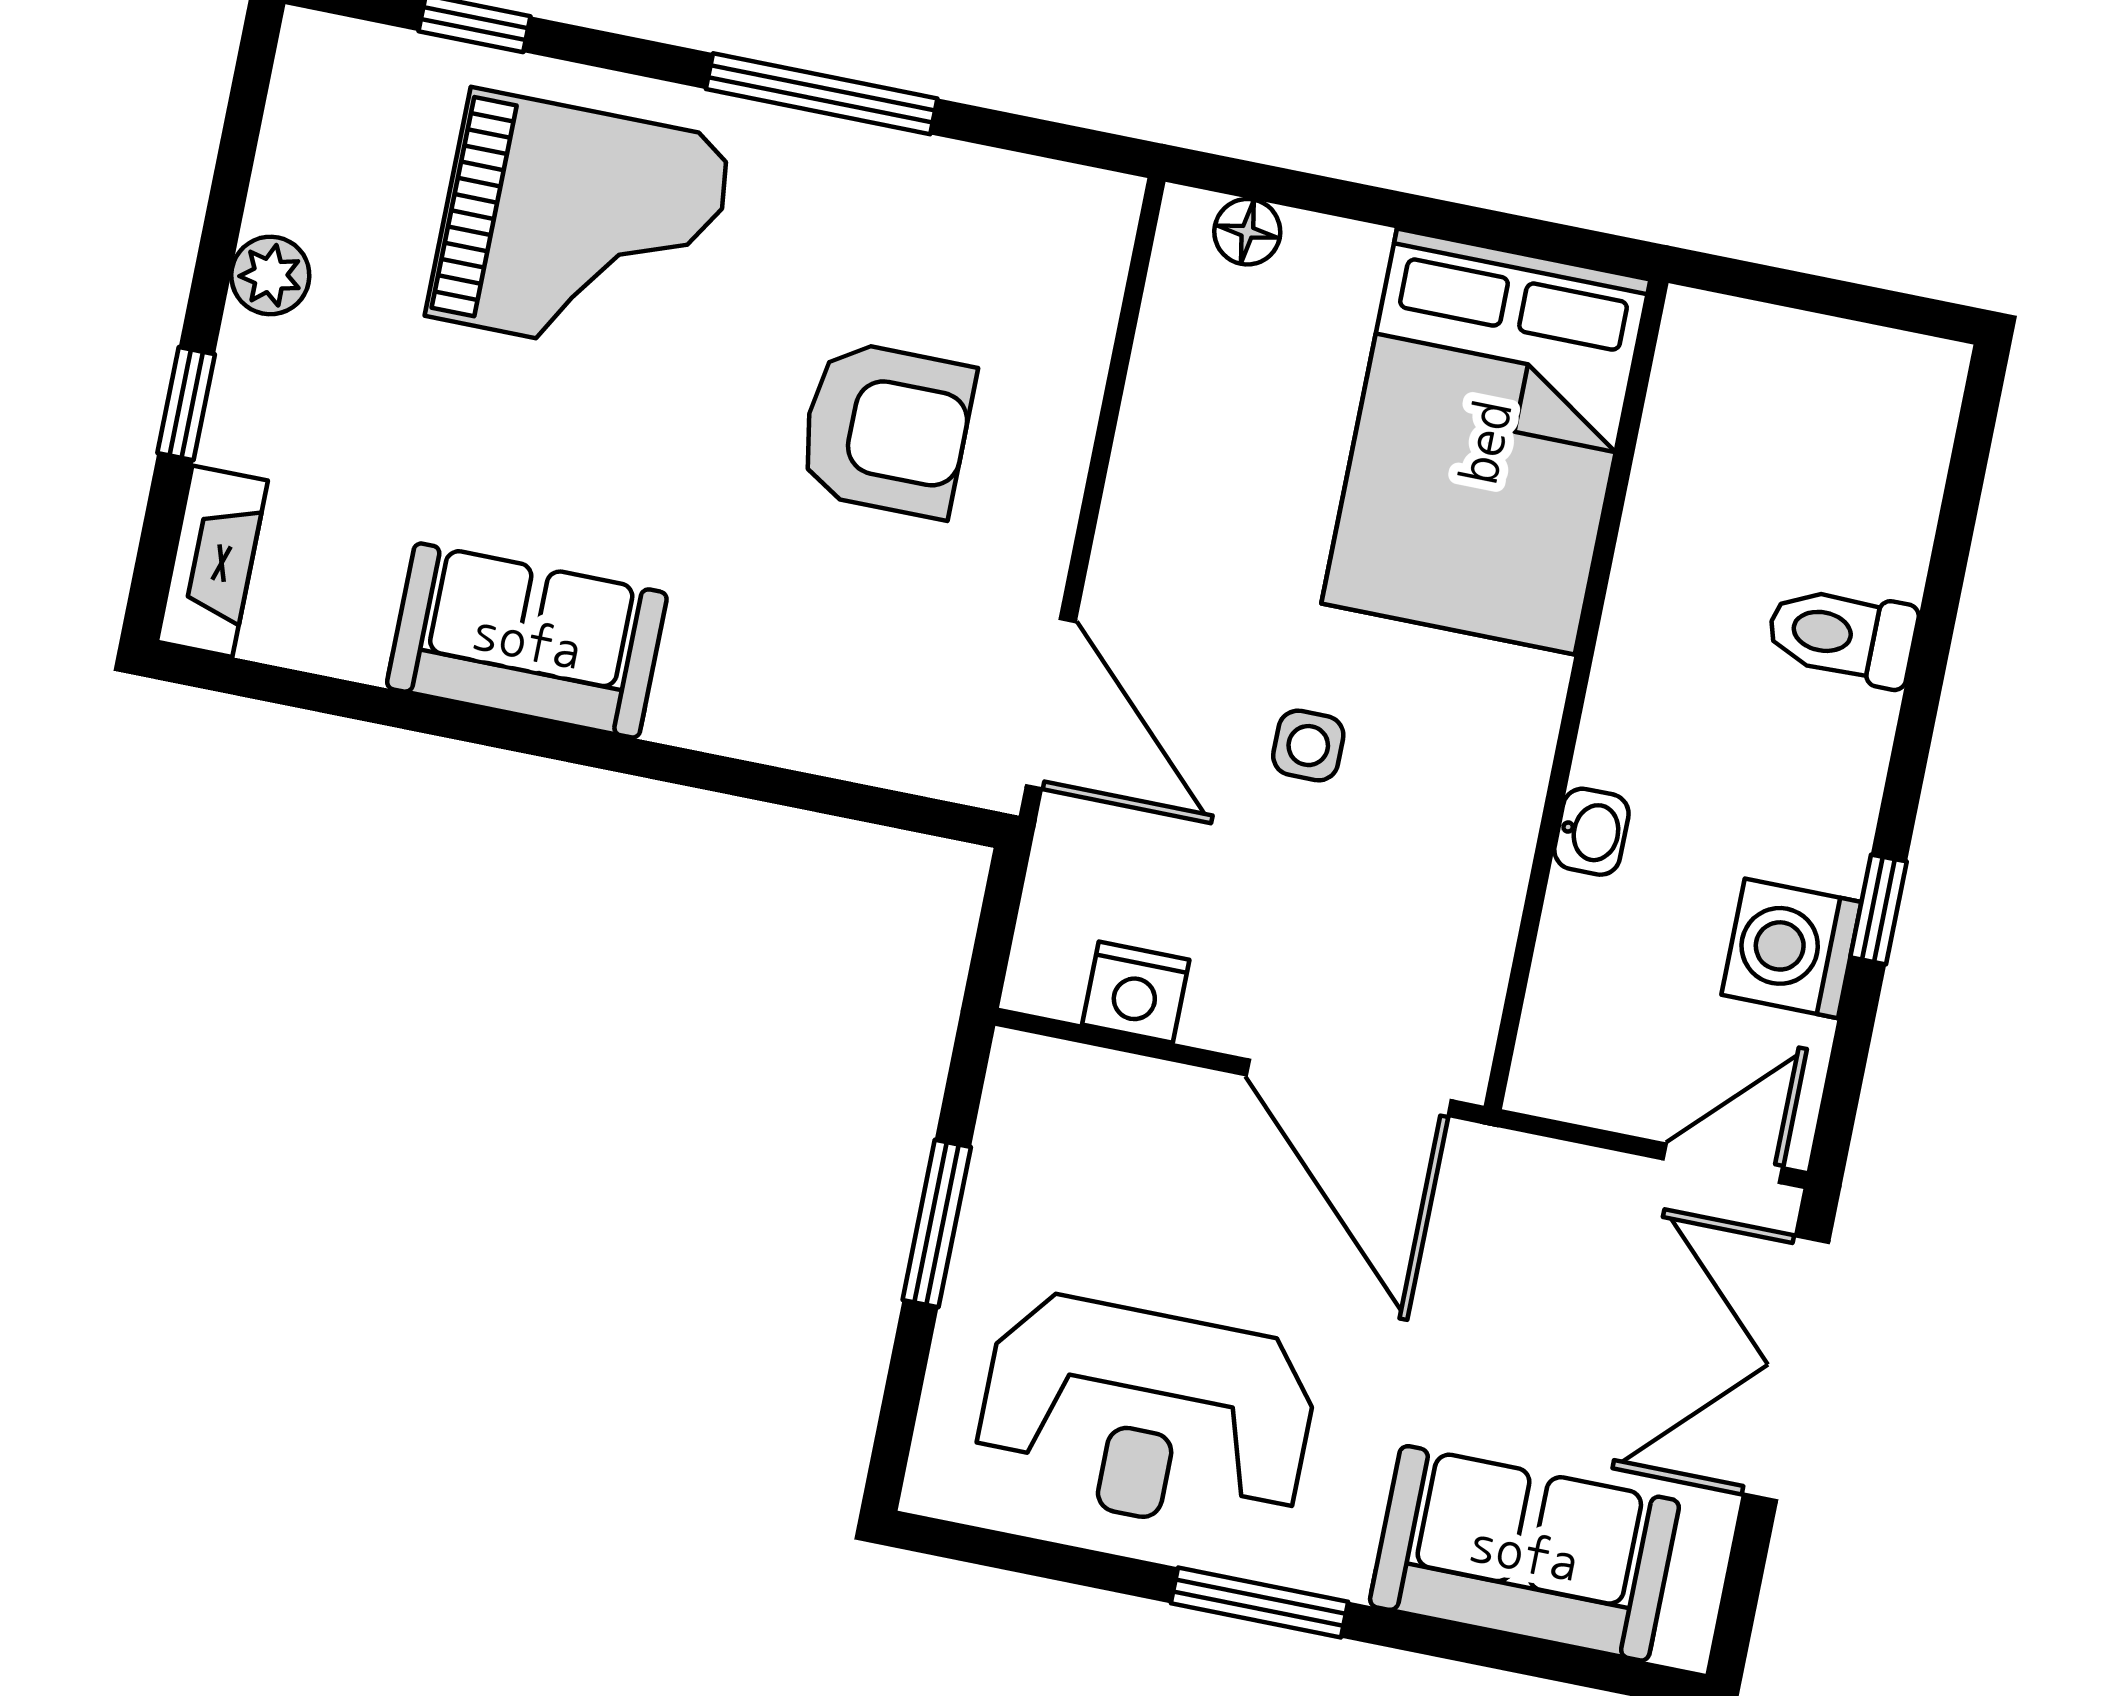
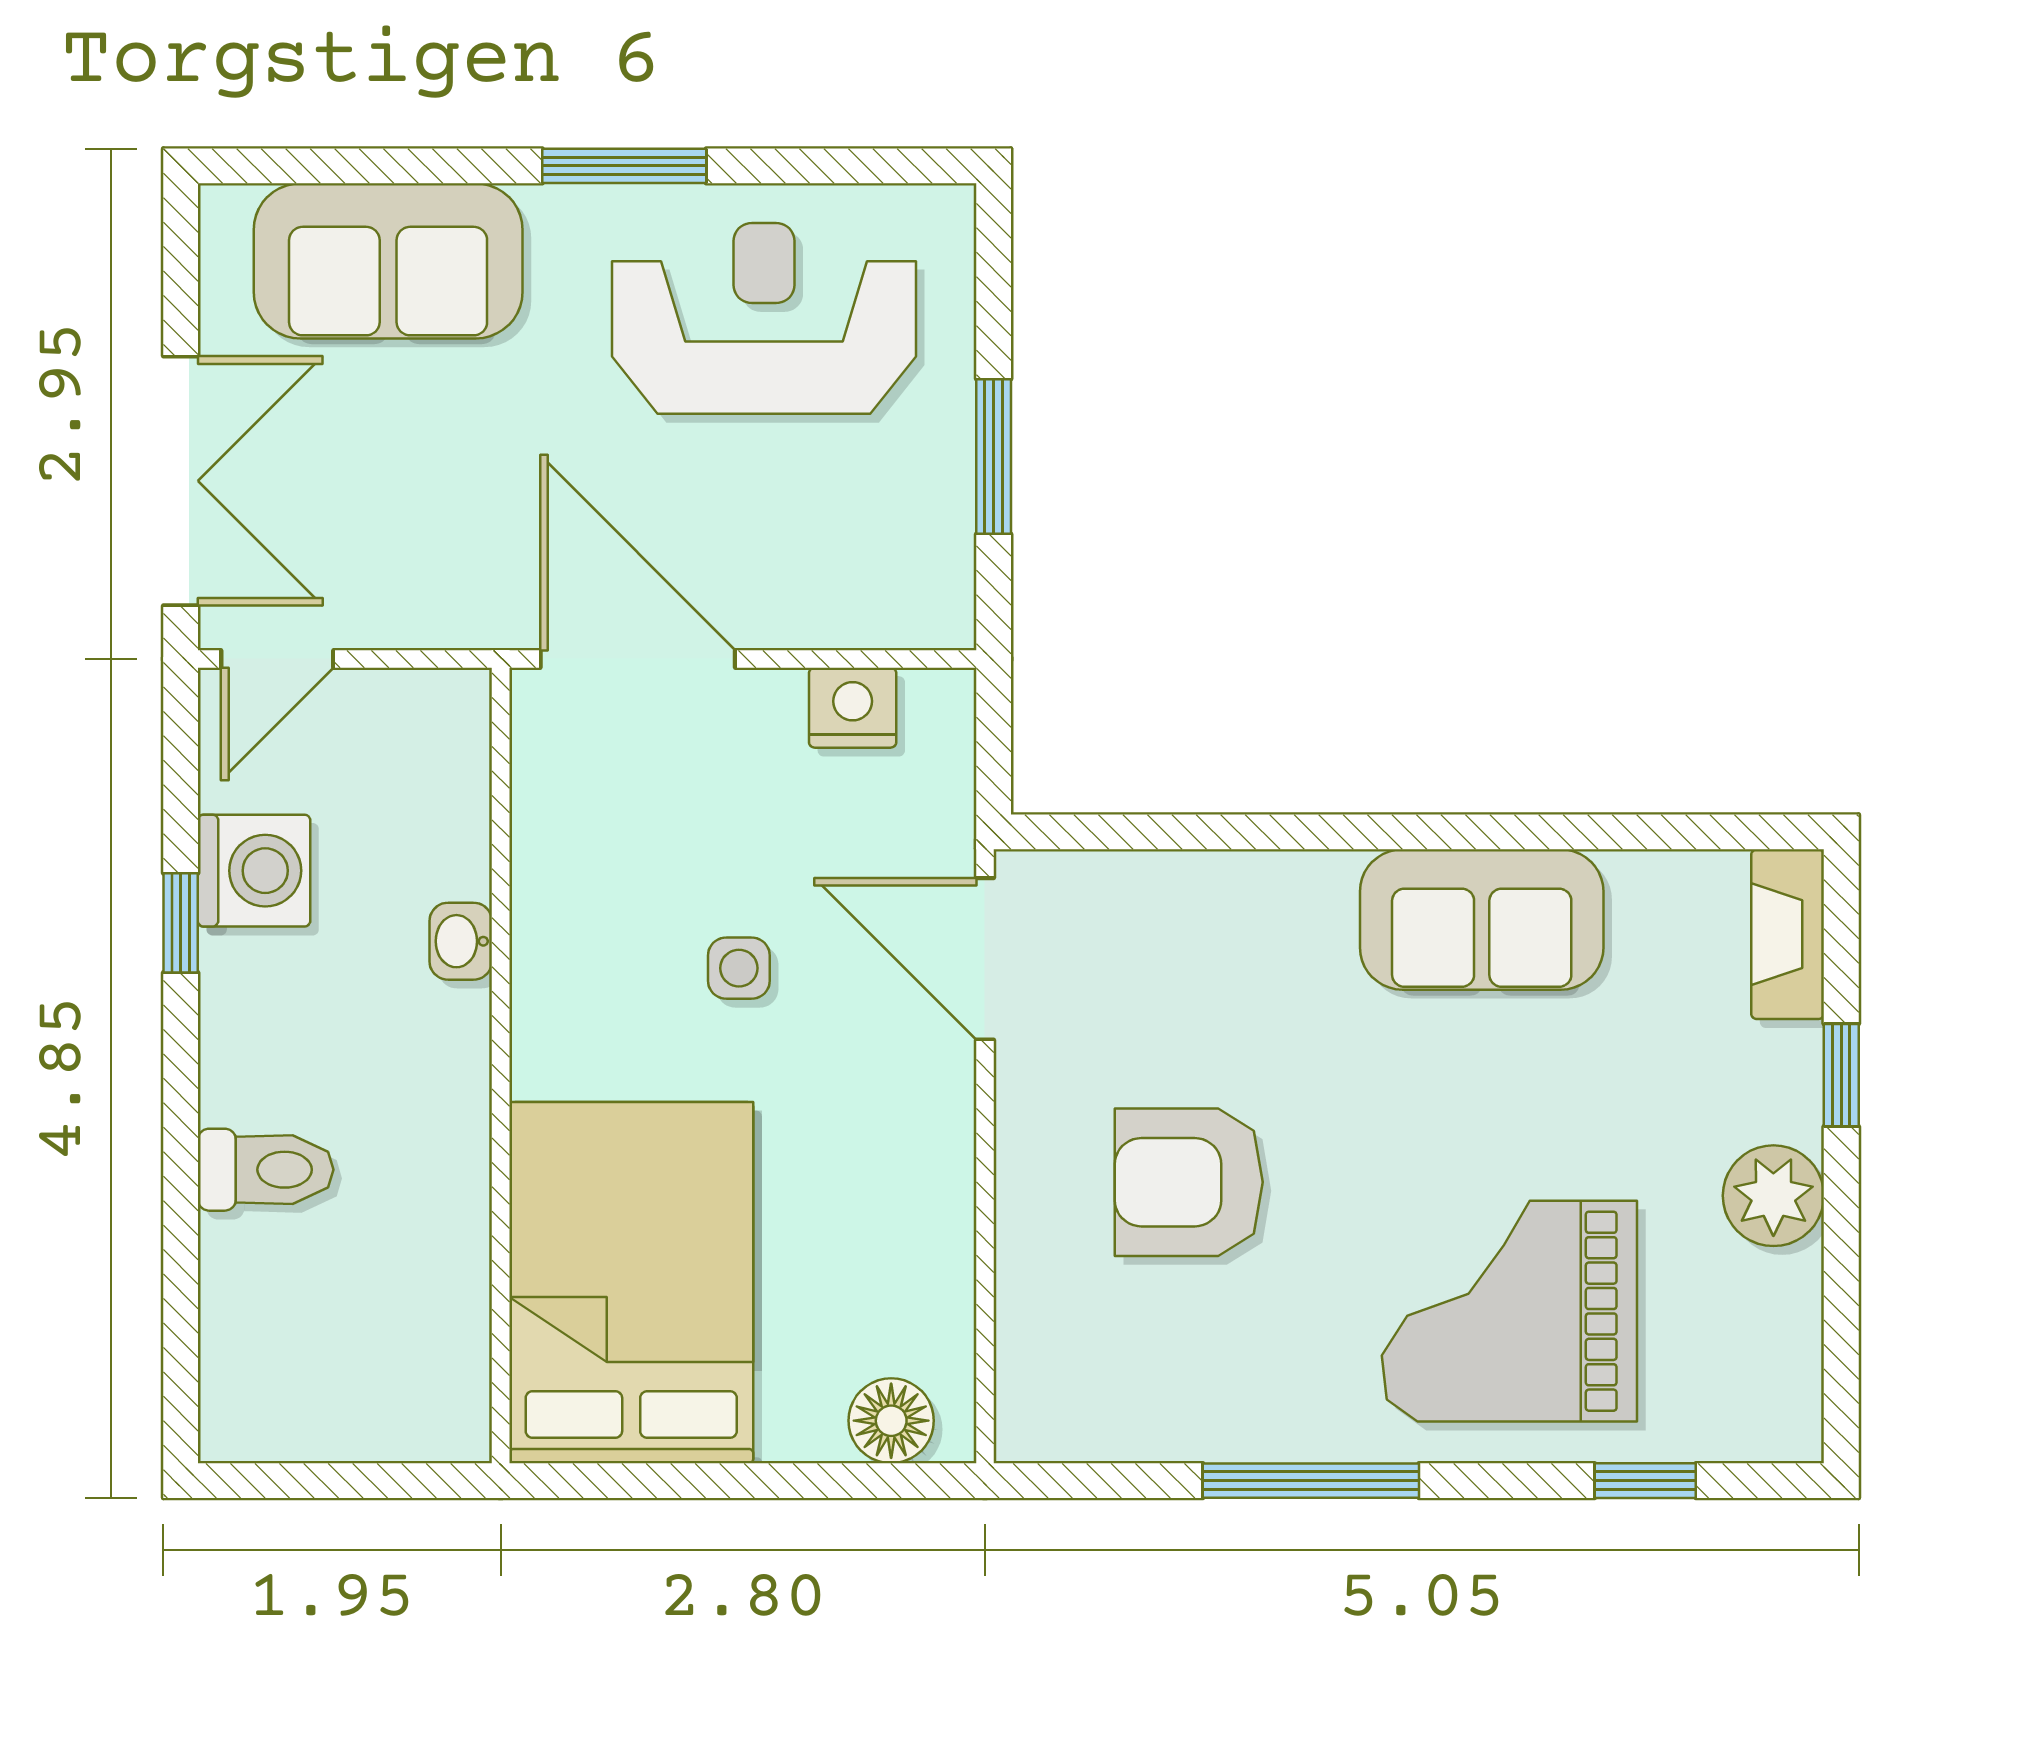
floor lamp: (1247, 232) -> (891, 1421), width x1.37, depth x1.37
plant: (270, 275) -> (1773, 1196), width x1.38, depth x1.38

